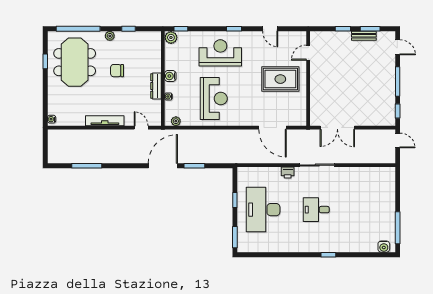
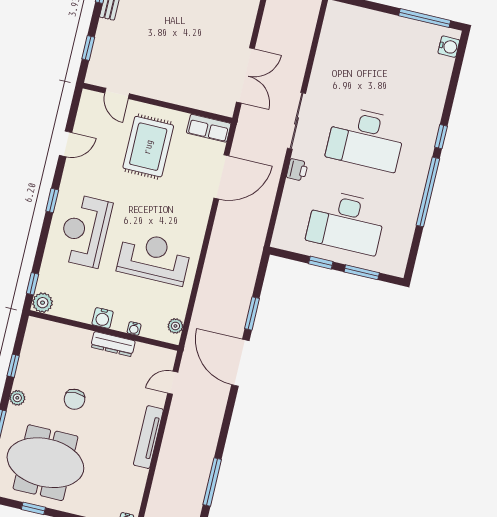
window: (343, 29) -> (88, 48), moved
row of seats: (300, 113) -> (209, 128), added
desk: (316, 210) -> (366, 139), width x1.87, depth x1.30
window: (235, 237) -> (362, 272), moved
window: (293, 255) -> (428, 192), added

